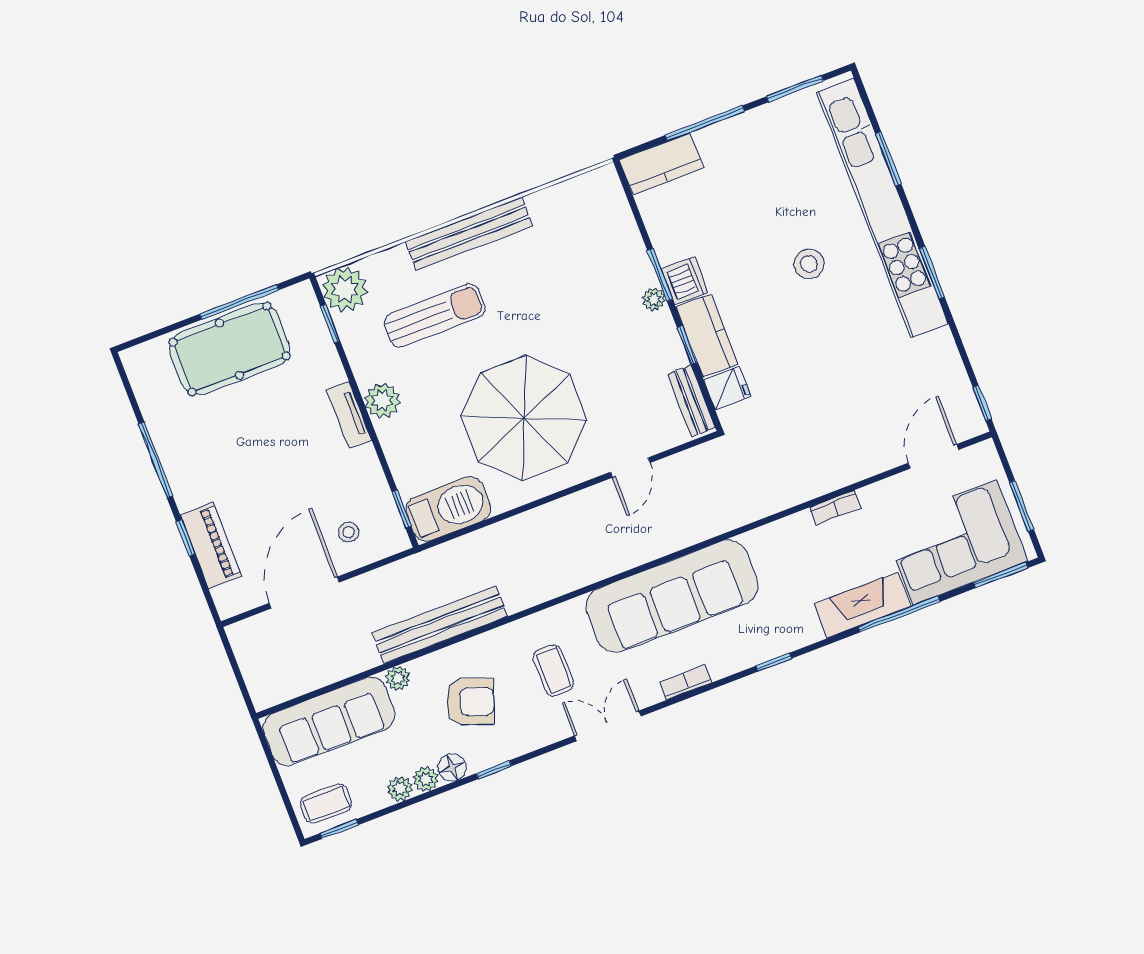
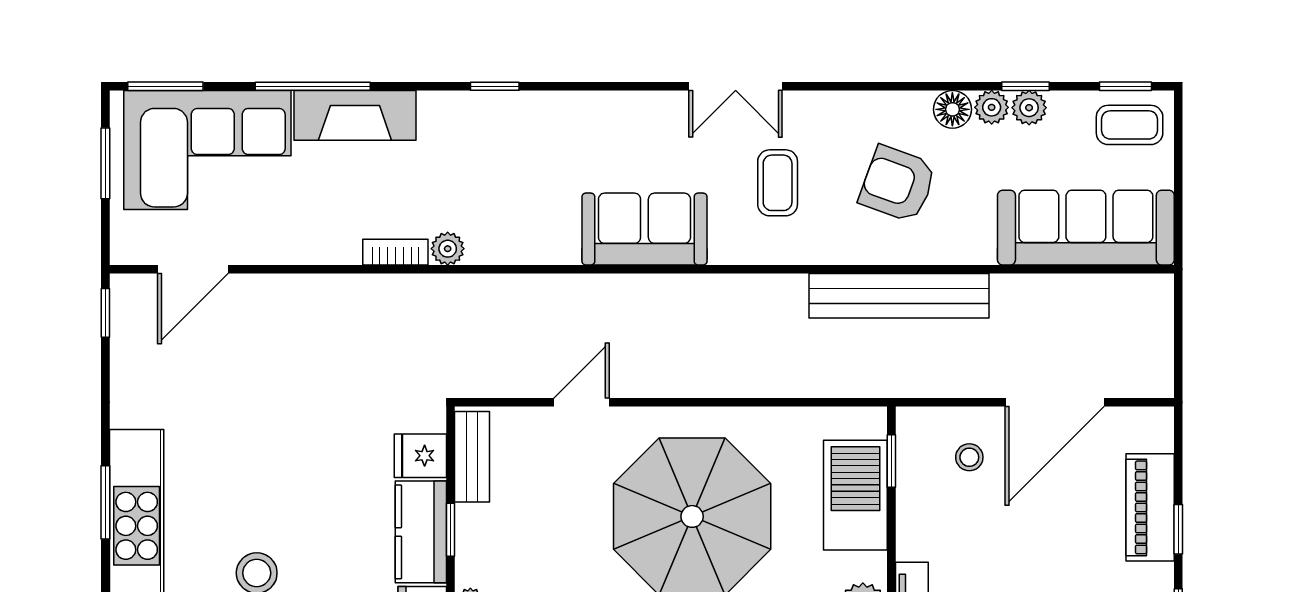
bookcase: (835, 508) -> (395, 252), moved
barbecue: (448, 509) -> (855, 495), moved, turned 90
sofa: (672, 596) -> (644, 229), width x0.54, depth x0.79
plant: (398, 678) -> (448, 249), moved
bookcase: (686, 682) -> (615, 103), removed
window: (494, 770) -> (1025, 86), moved

